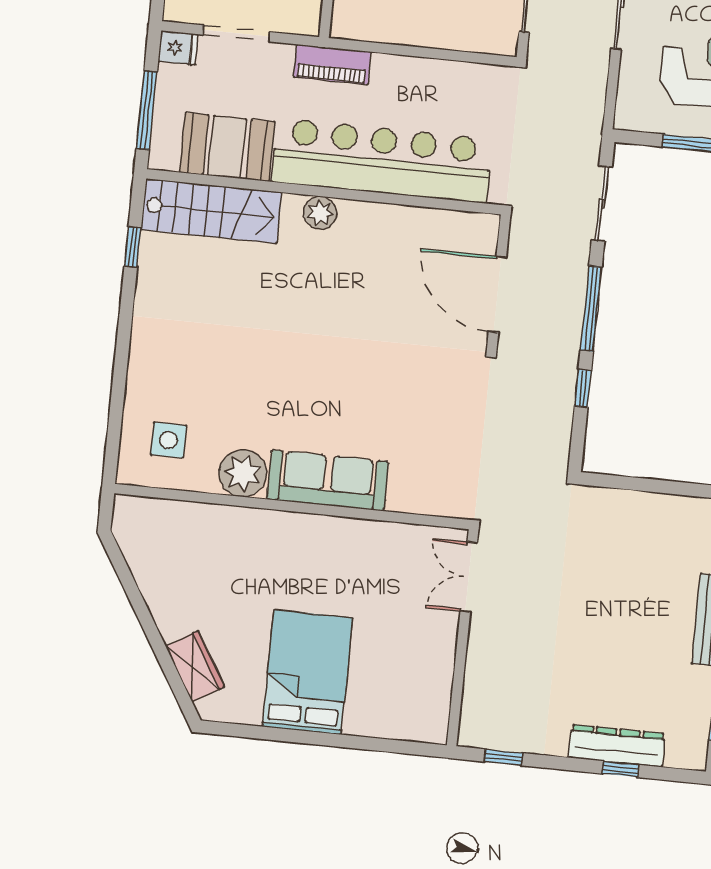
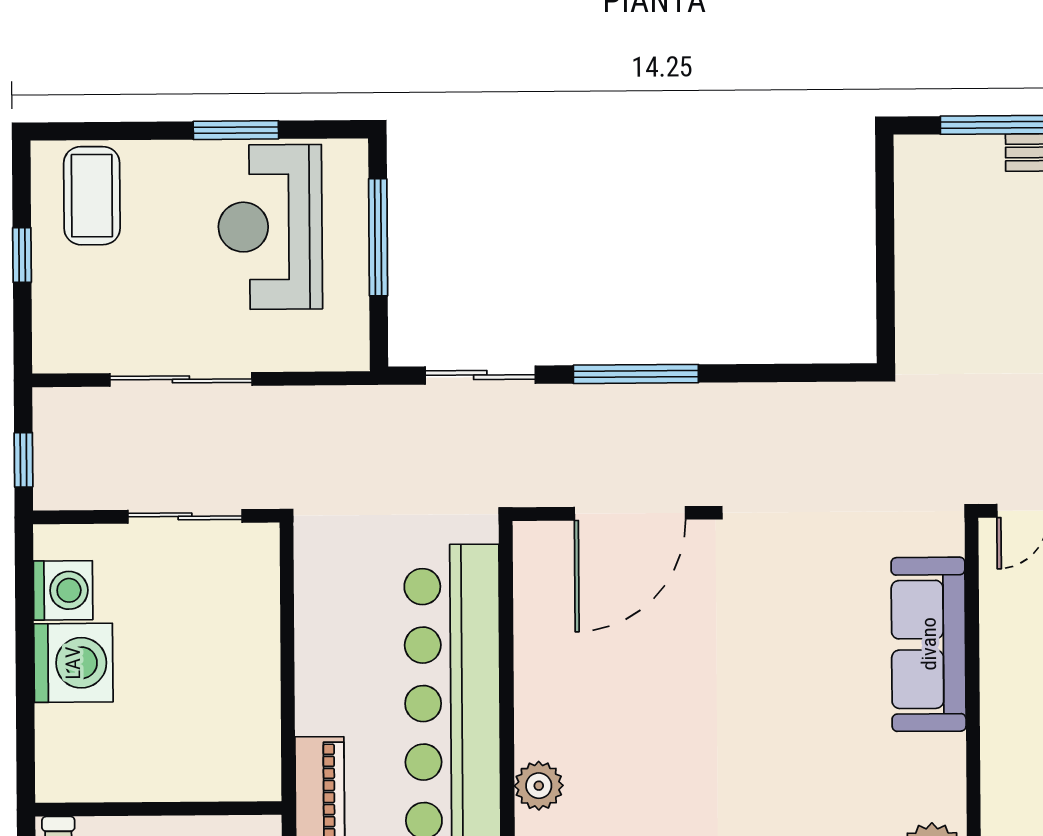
window: (583, 388) -> (754, 373), removed
sofa: (328, 480) -> (929, 644), moved

